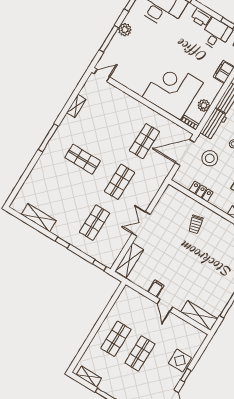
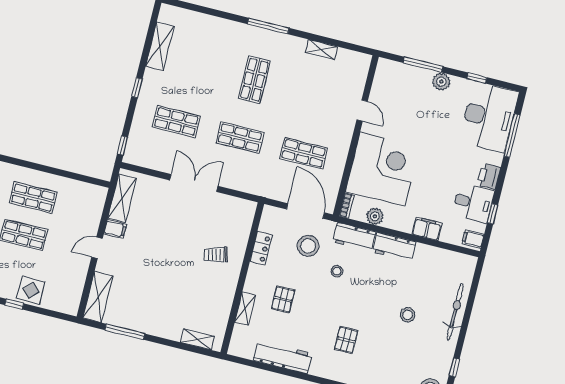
door: (102, 75) -> (362, 111), moved
double door: (141, 224) -> (194, 183), width x1.37
shelving: (129, 260) -> (122, 198), moved, turned 90

